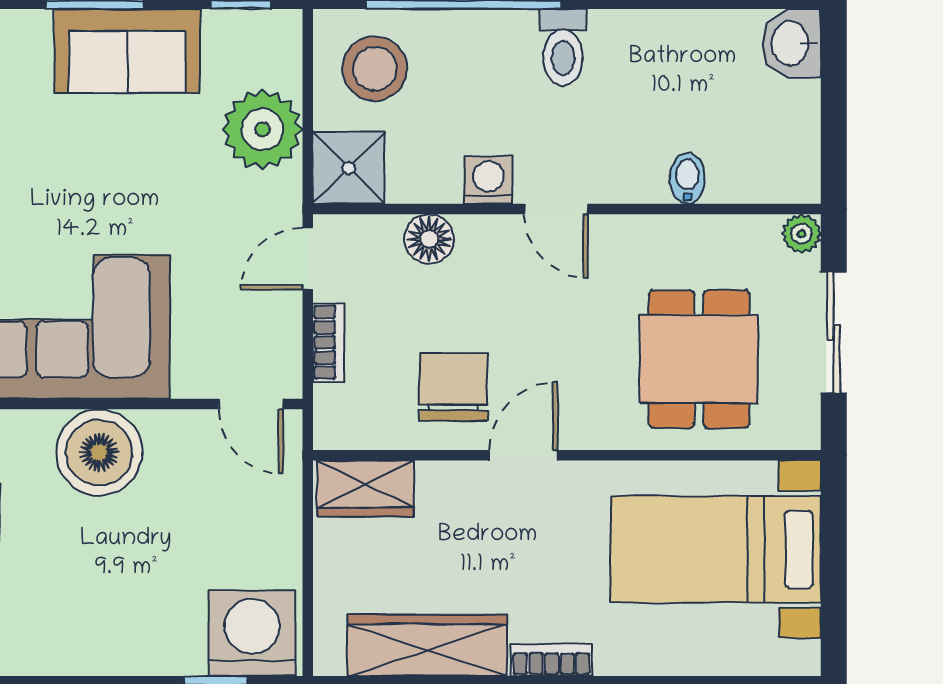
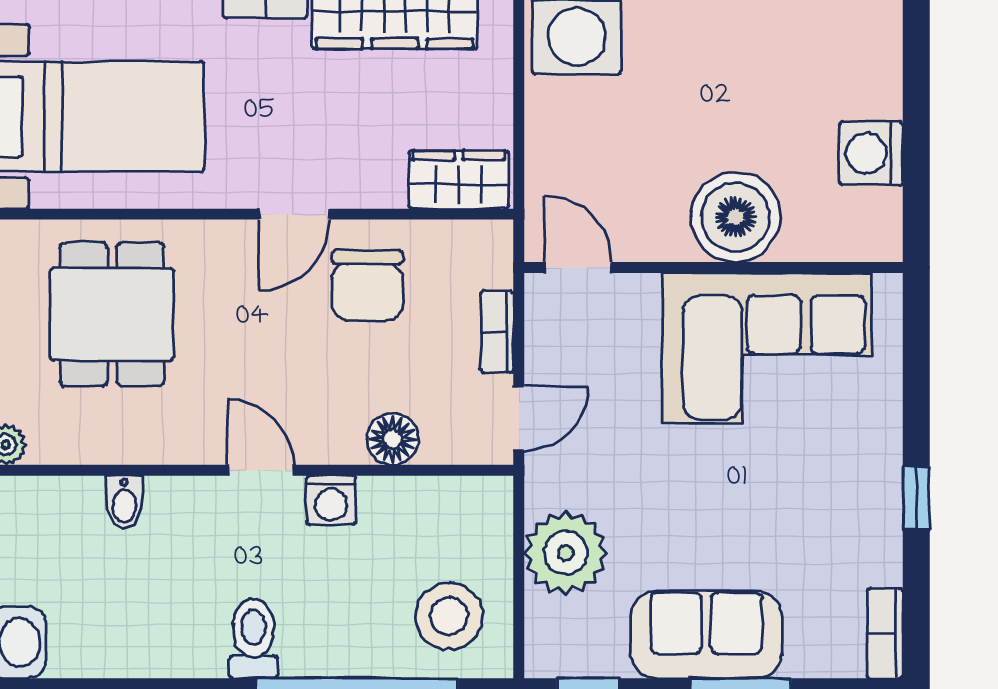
shower: (349, 168) -> (476, 513), removed

